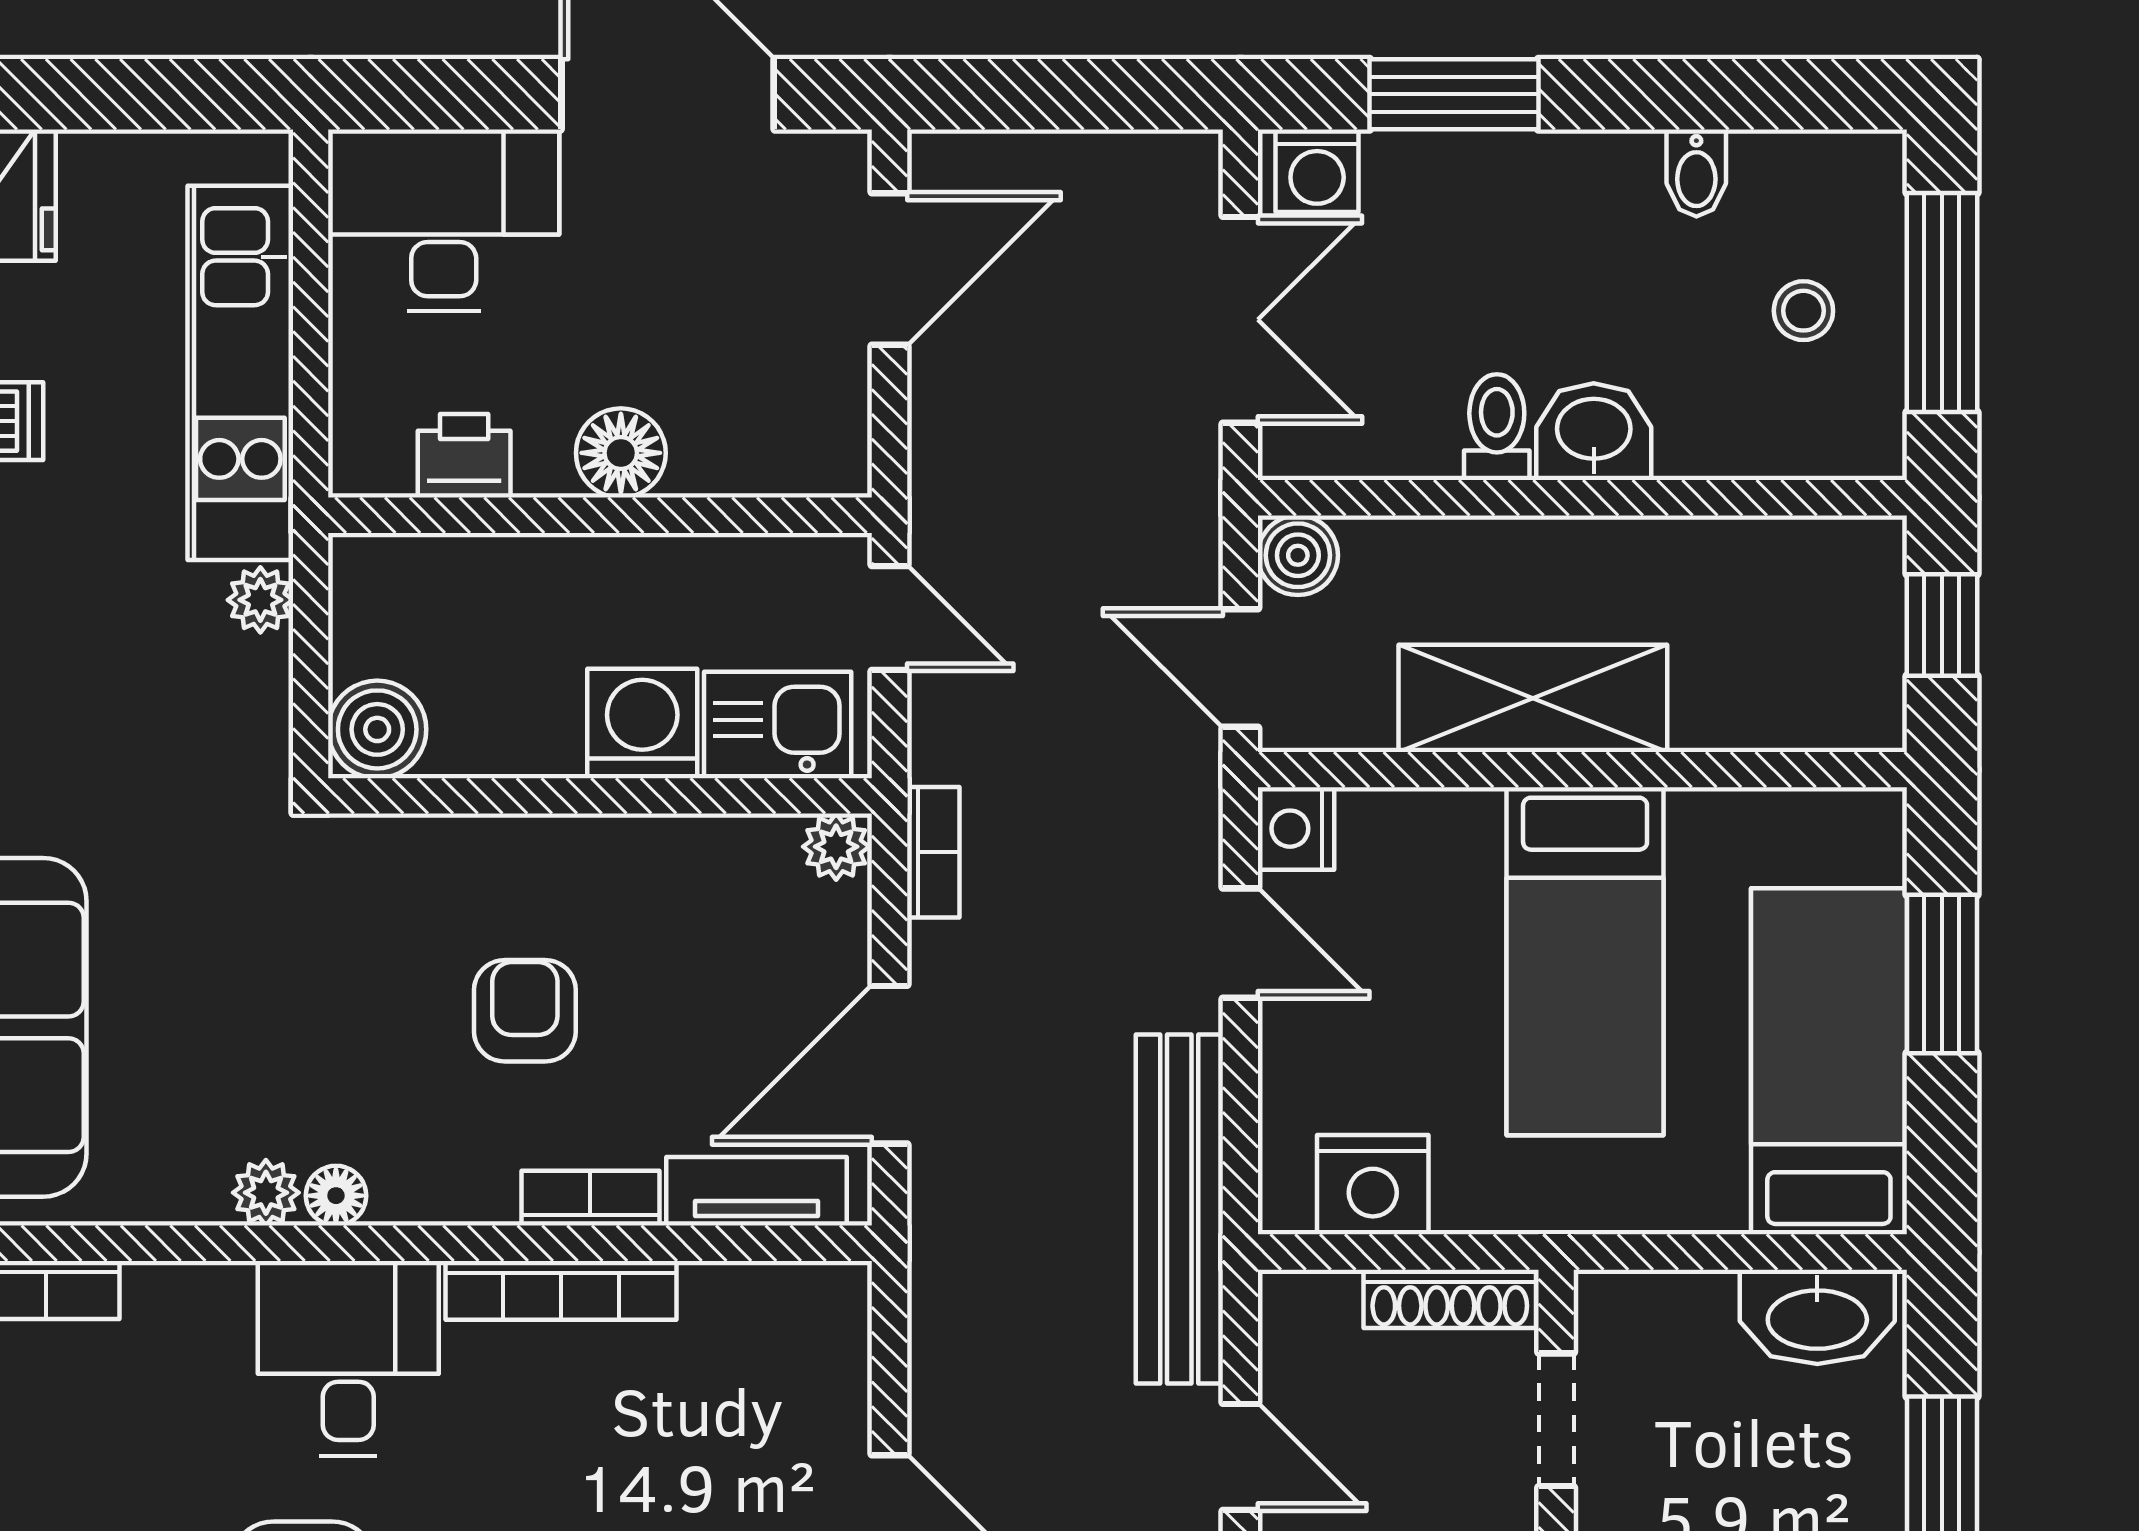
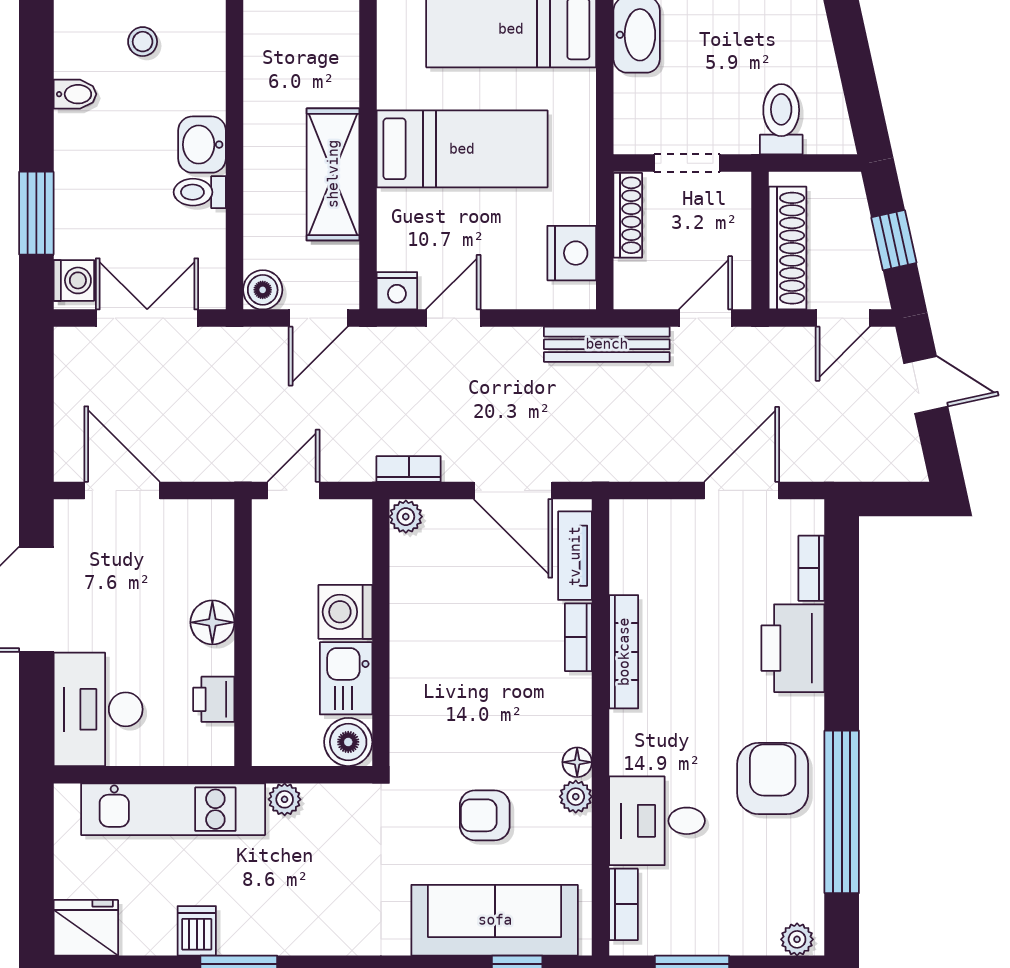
kitchen sink: (778, 725) -> (346, 678), moved
armchair: (525, 1011) -> (485, 815), moved
bench: (1179, 1209) -> (607, 344), width x0.73, depth x0.82
desk: (348, 1358) -> (657, 821), moved

